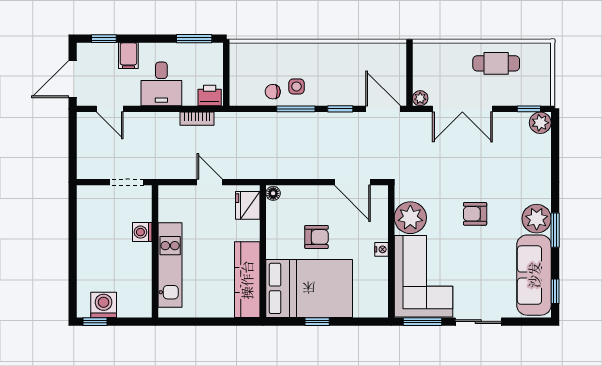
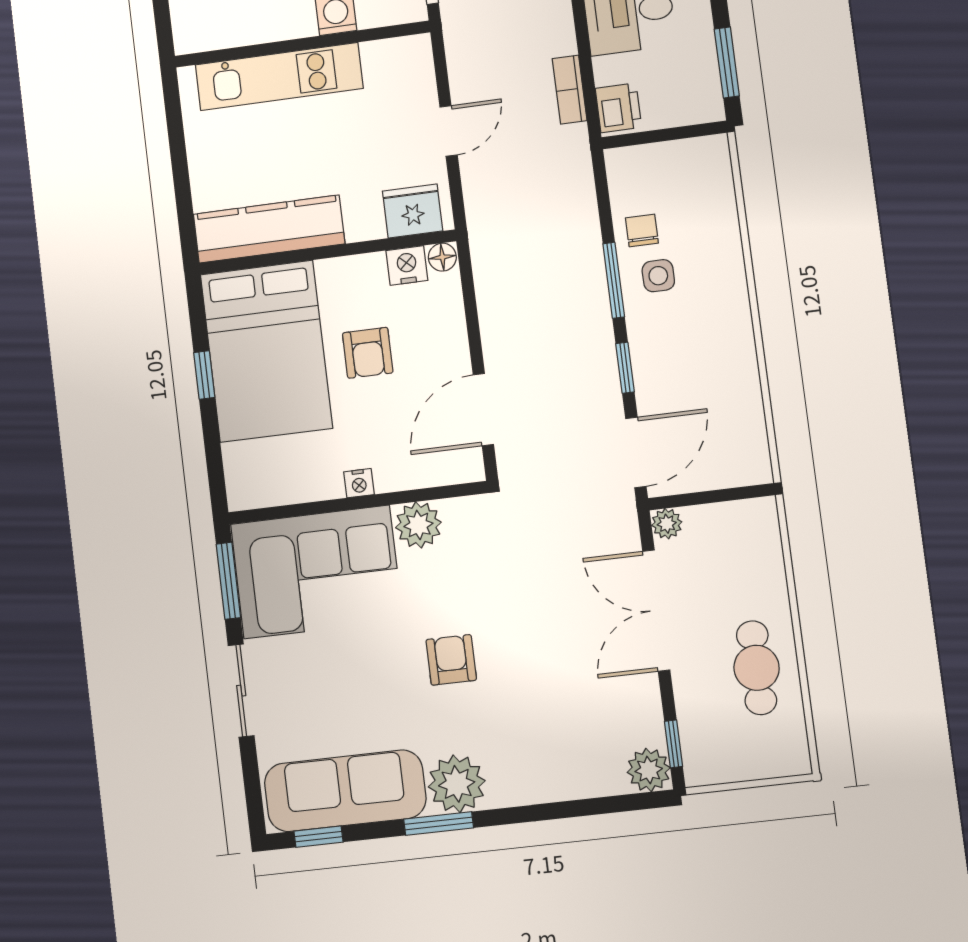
nightstand: (275, 212) -> (407, 265), added
plant: (410, 218) -> (418, 525), width x0.73, depth x0.73

